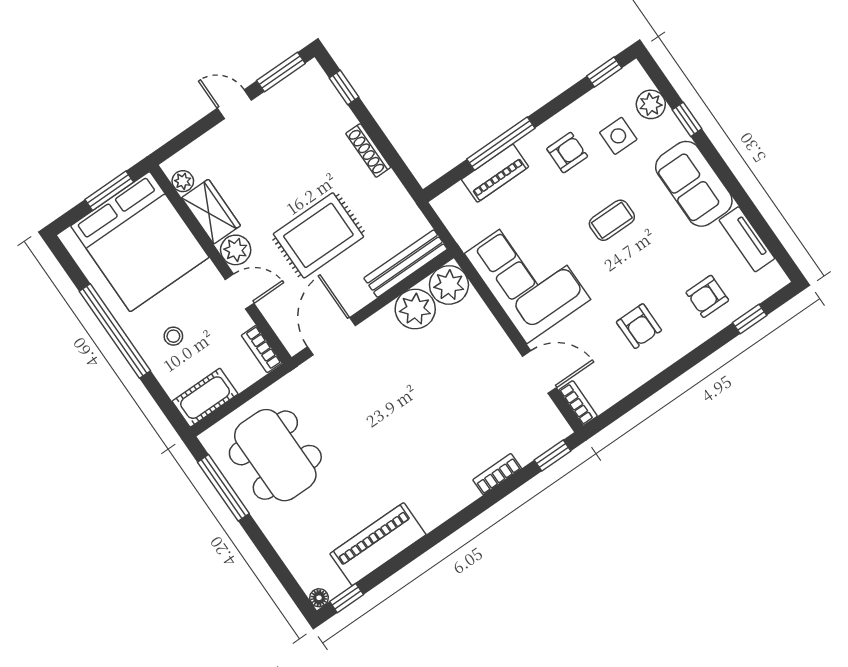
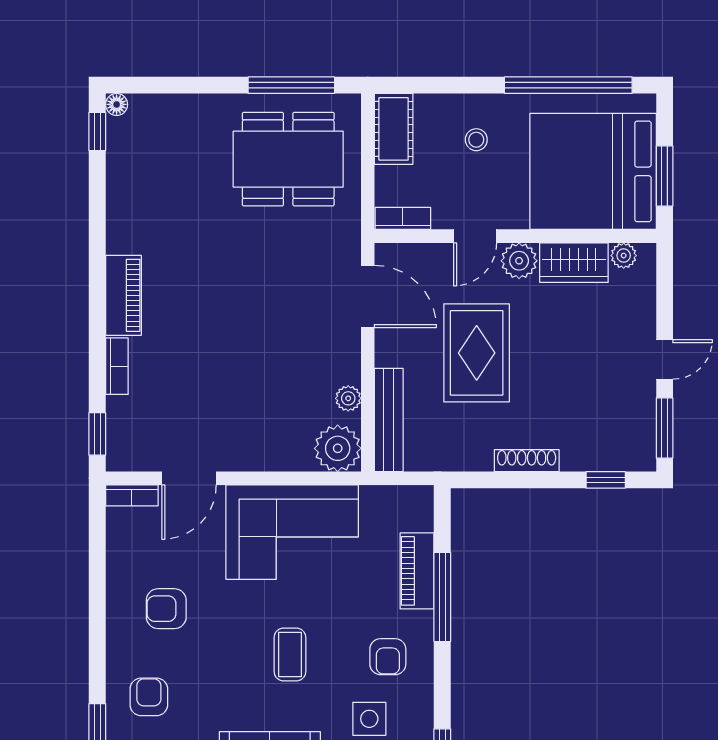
plant: (415, 309) -> (348, 398), width x0.53, depth x0.53
window: (115, 331) -> (568, 85), moved
piano: (378, 544) -> (123, 295), moved, width x0.73, depth x0.75

